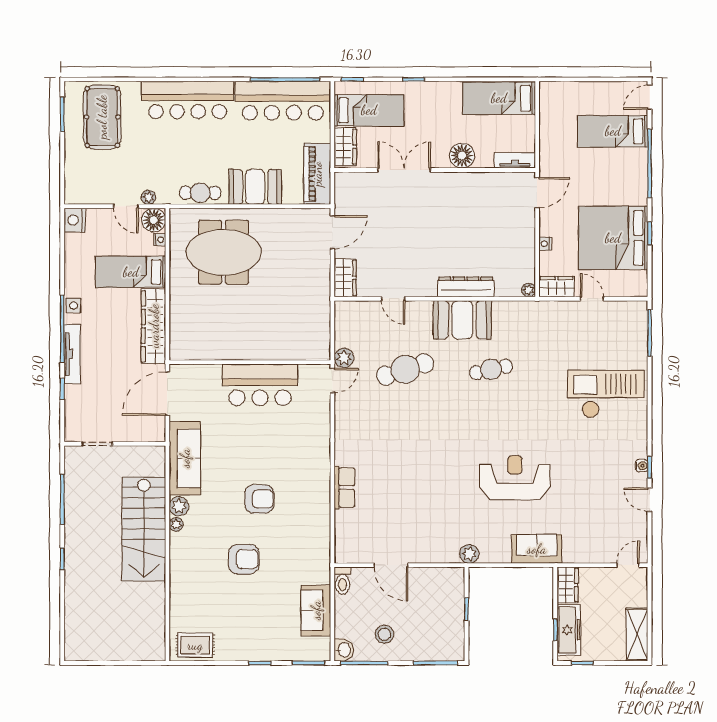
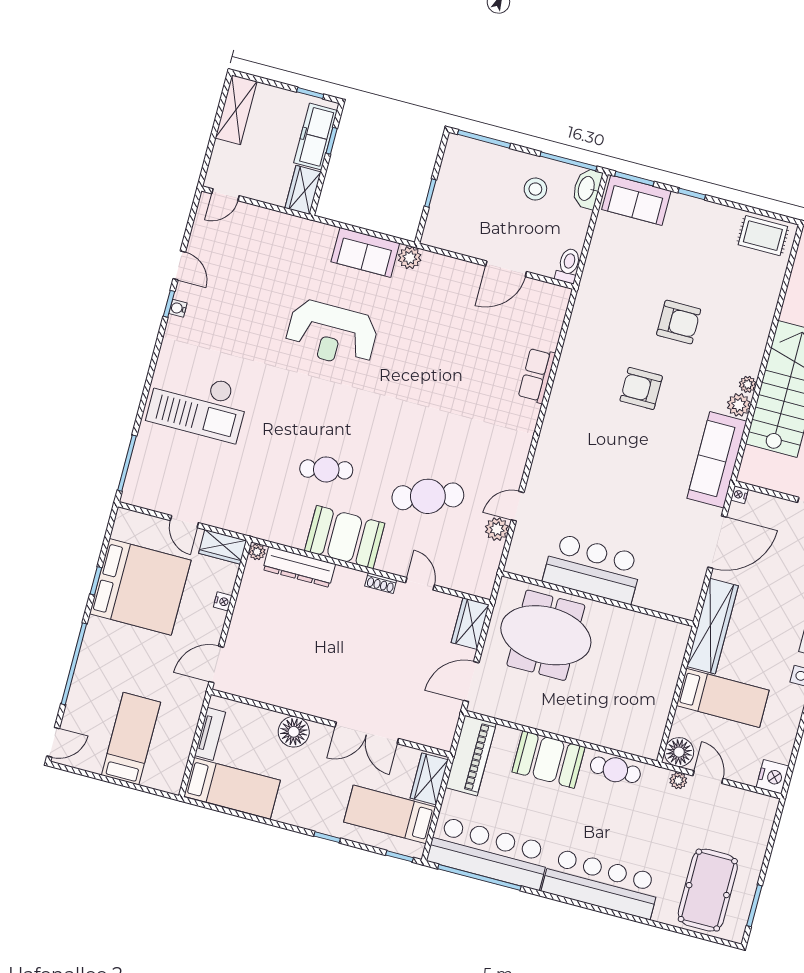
bed: (613, 131) -> (131, 739), moved, turned -90
tv unit: (515, 160) -> (210, 734), moved, turned -90
nightstand: (160, 240) -> (739, 495), moved
meeting table: (224, 252) -> (546, 635), moved
dresser: (466, 287) -> (299, 567), moved
shoe rack: (424, 291) -> (381, 583), added
wall: (250, 362) -> (598, 599), moved
bar counter: (260, 385) -> (593, 569), moved
sofa: (537, 549) -> (365, 252), moved
armchair: (244, 559) -> (679, 322), turned 180
door: (391, 565) -> (506, 269), swing flipped
sofa: (316, 610) -> (636, 200), moved, turned 90
washbasin: (344, 650) -> (587, 189), width x1.38

